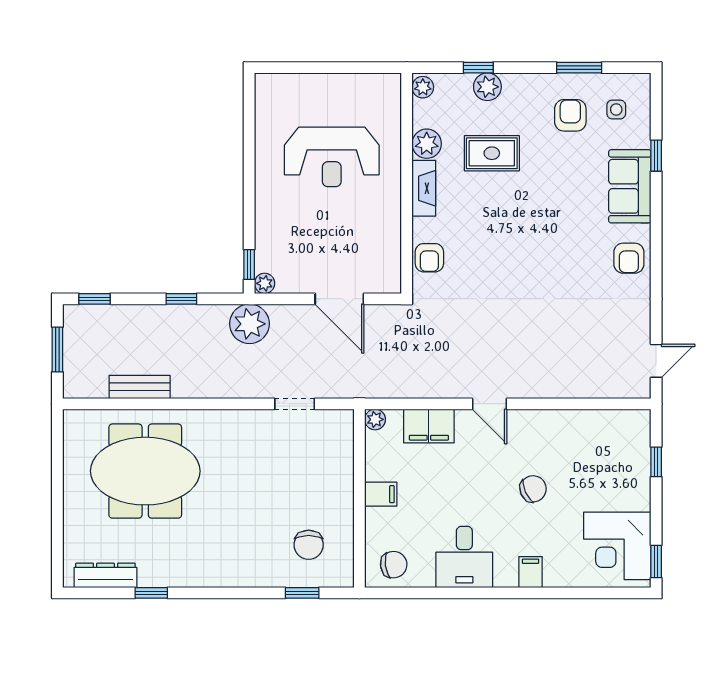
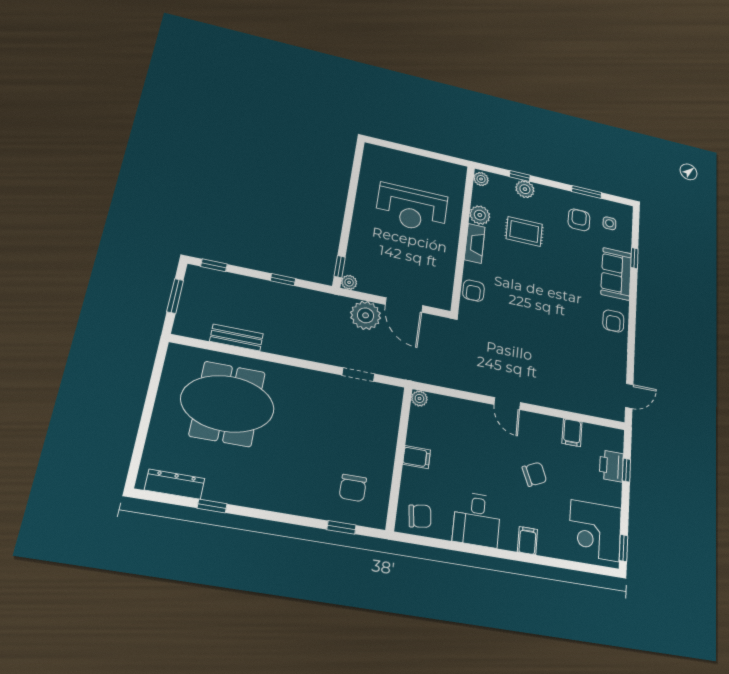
plant: (249, 324) -> (366, 315), moved
filing cabinet: (429, 426) -> (572, 433), moved, width x0.50
printer: (635, 460) -> (611, 466), added

